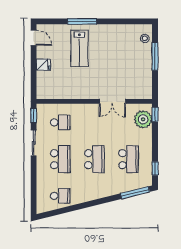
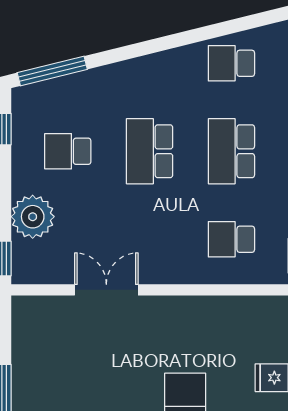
plant: (143, 119) -> (33, 217), moved
school desk: (128, 159) -> (68, 151), width x0.54

